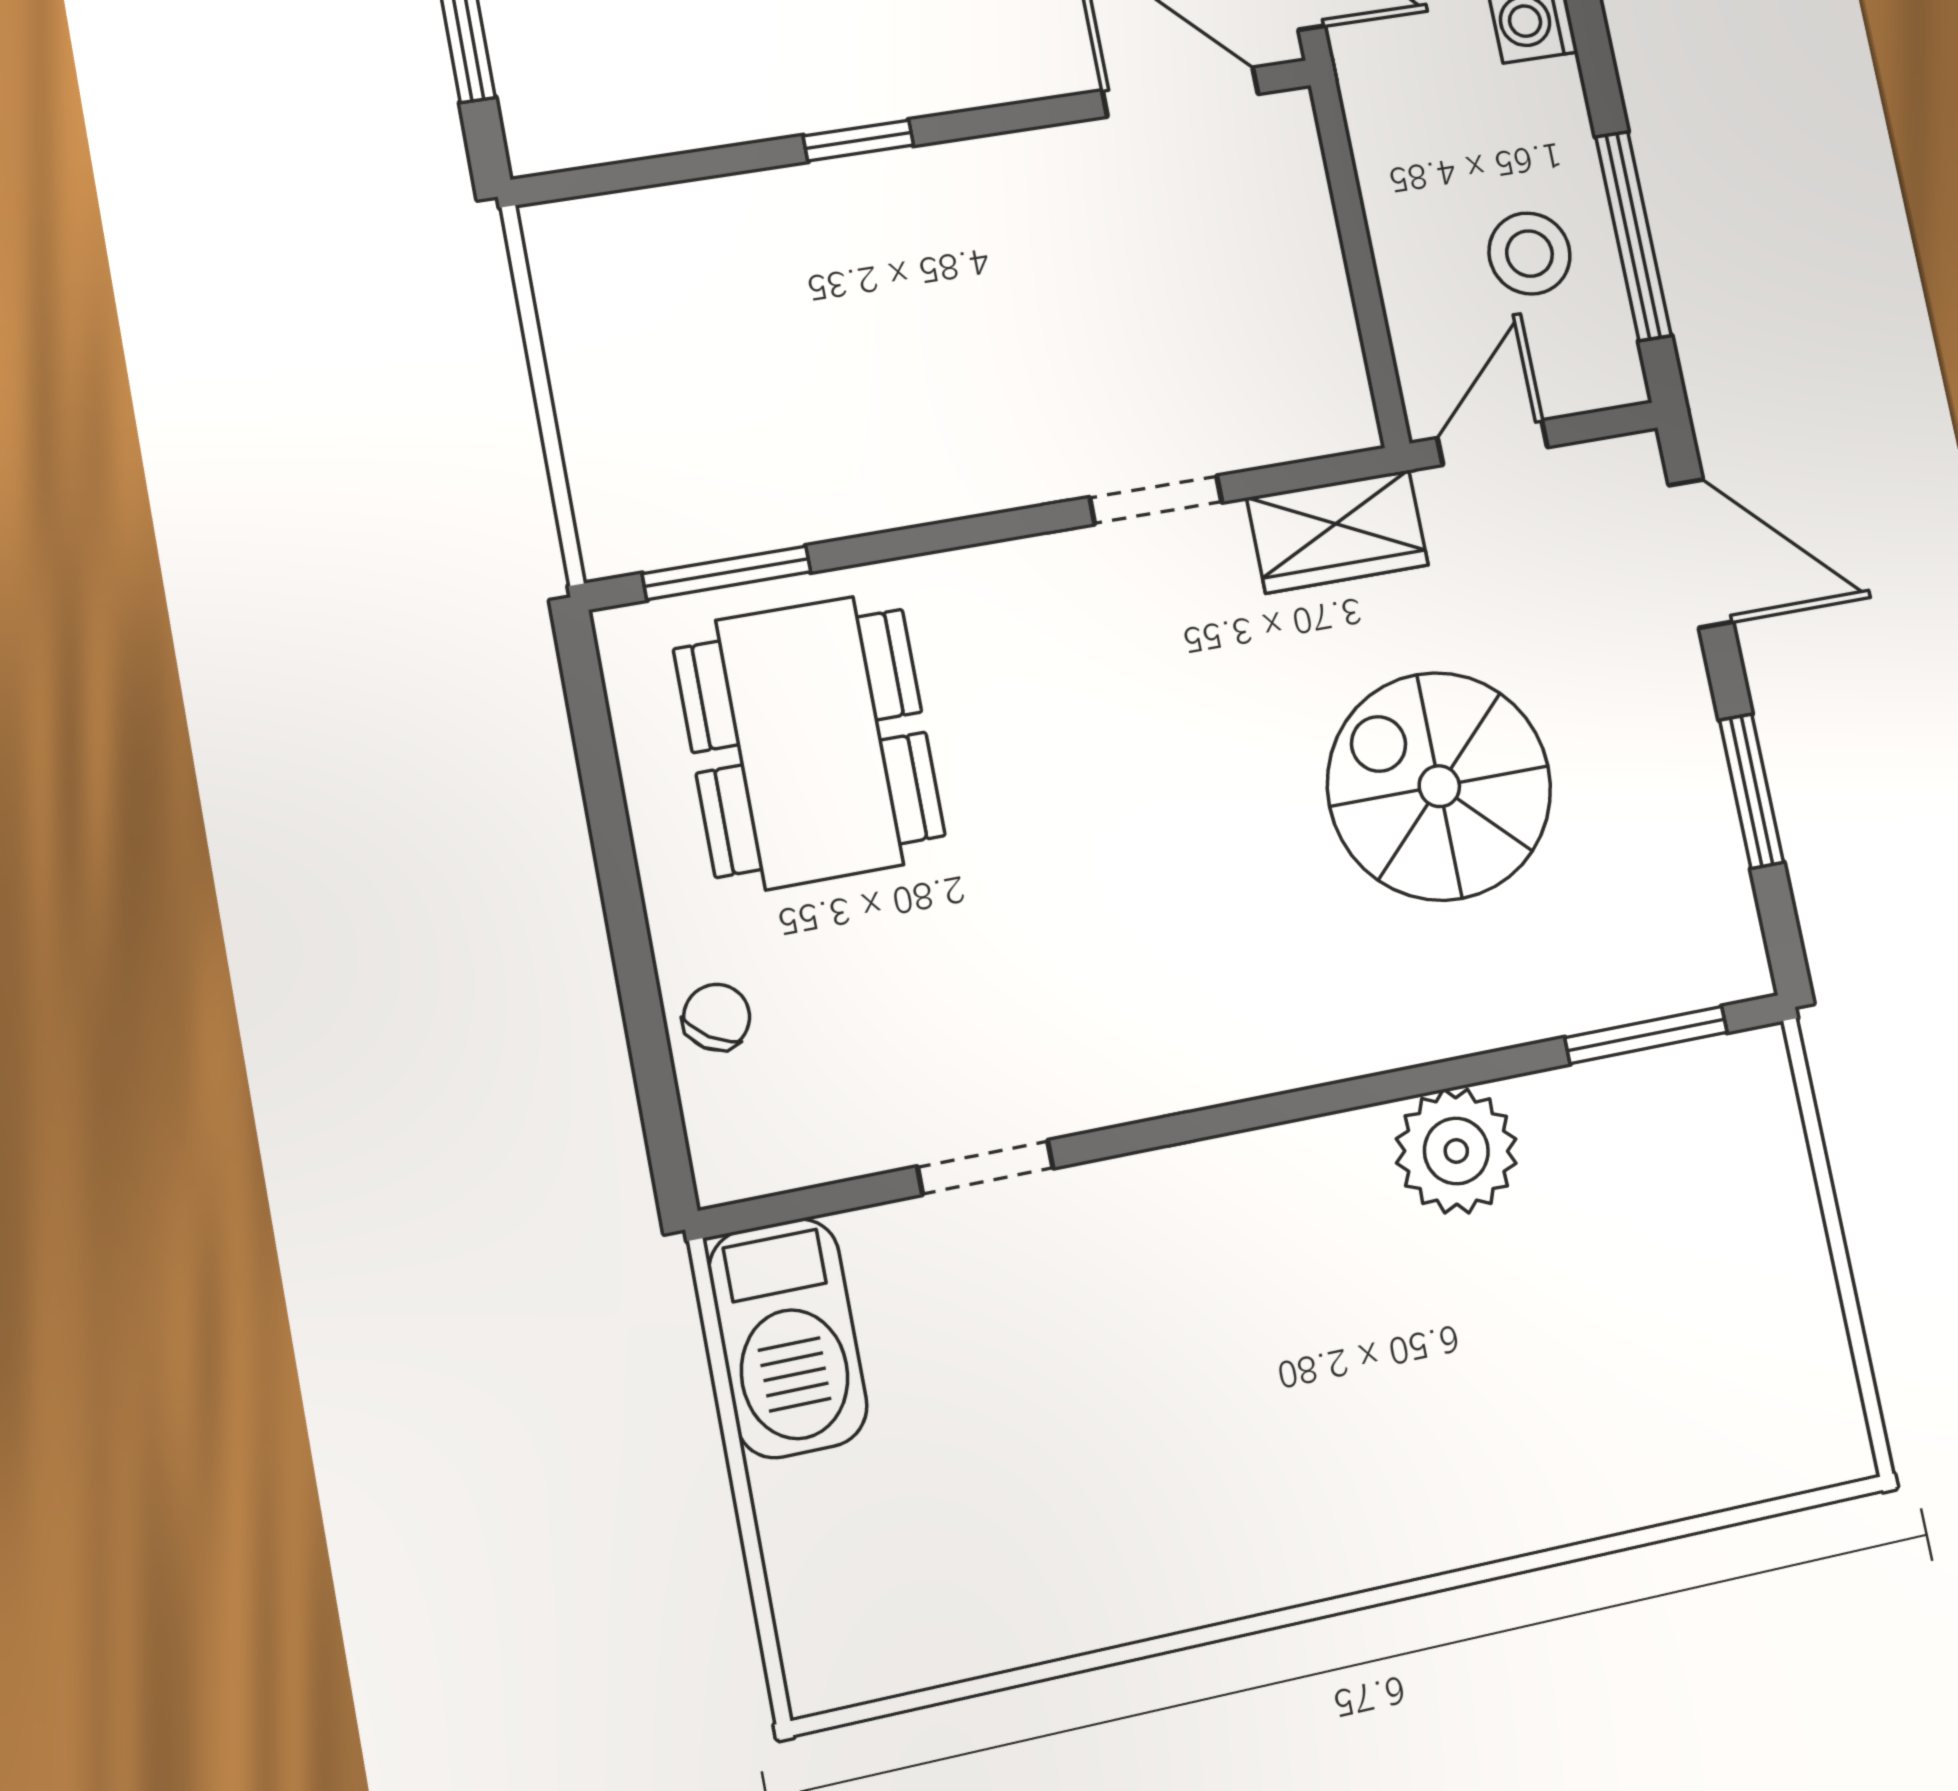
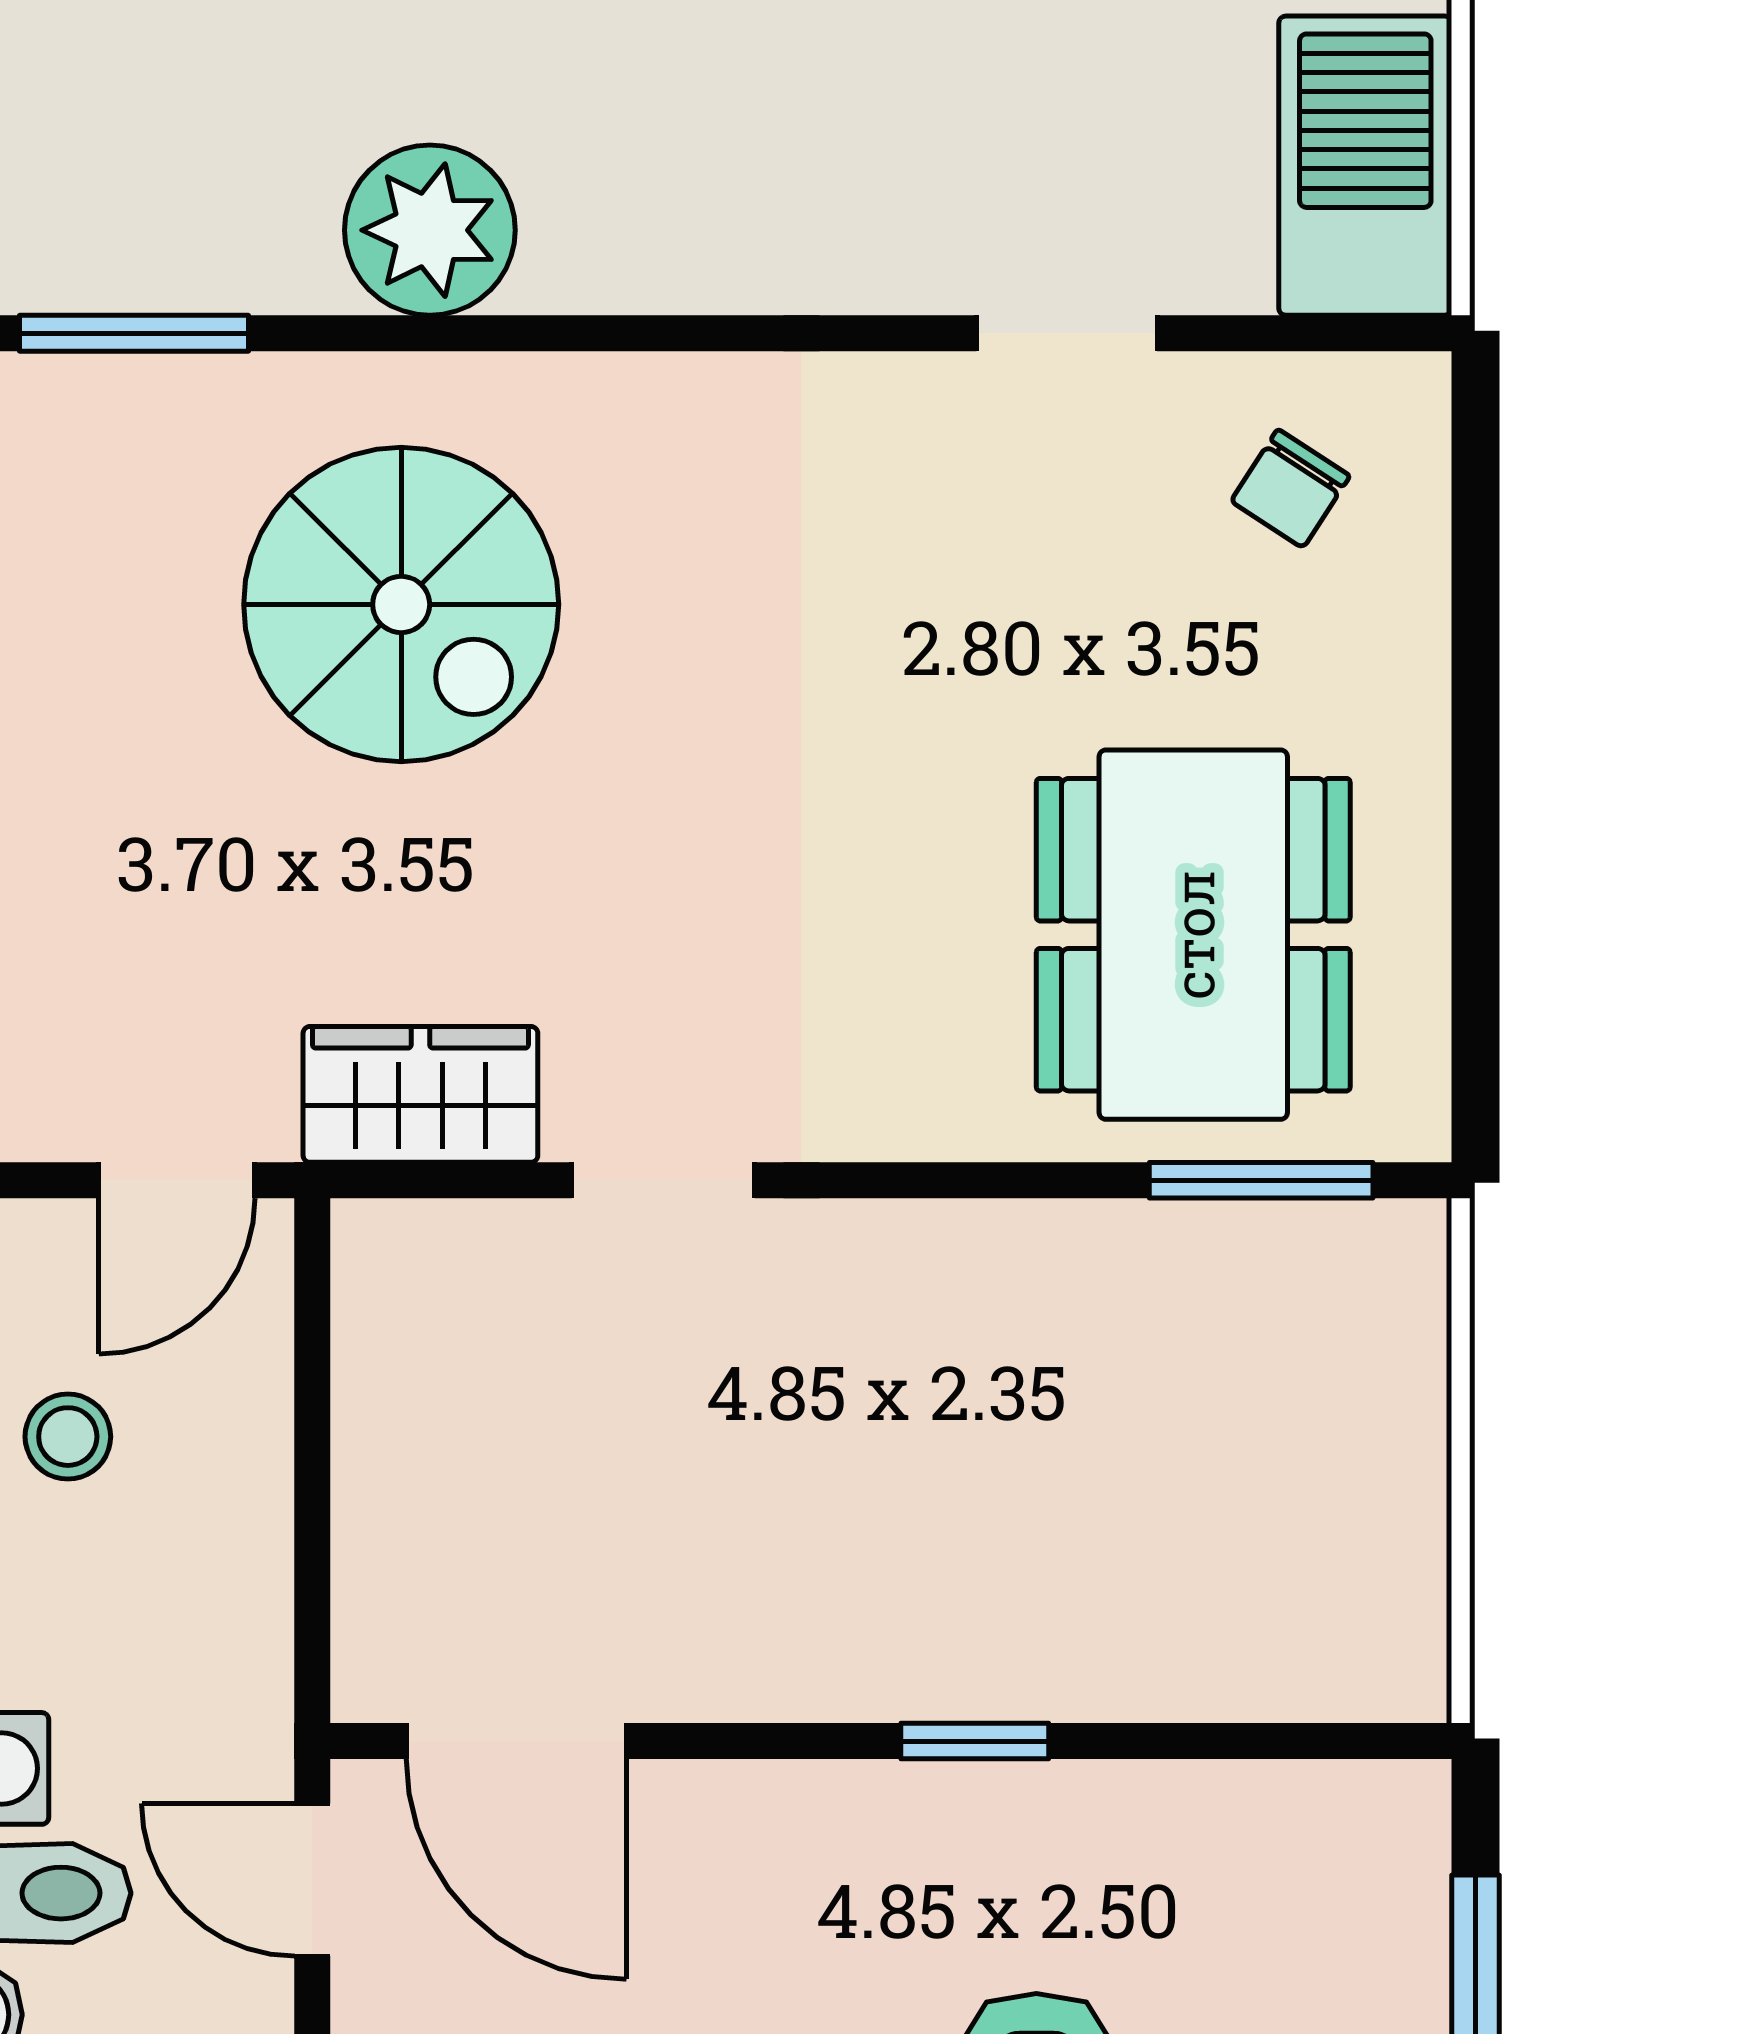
stool: (1529, 254) -> (68, 1437), width x0.73, depth x0.73
spiral stairs: (1439, 786) -> (401, 604), moved
chair: (717, 1017) -> (1290, 489), moved

